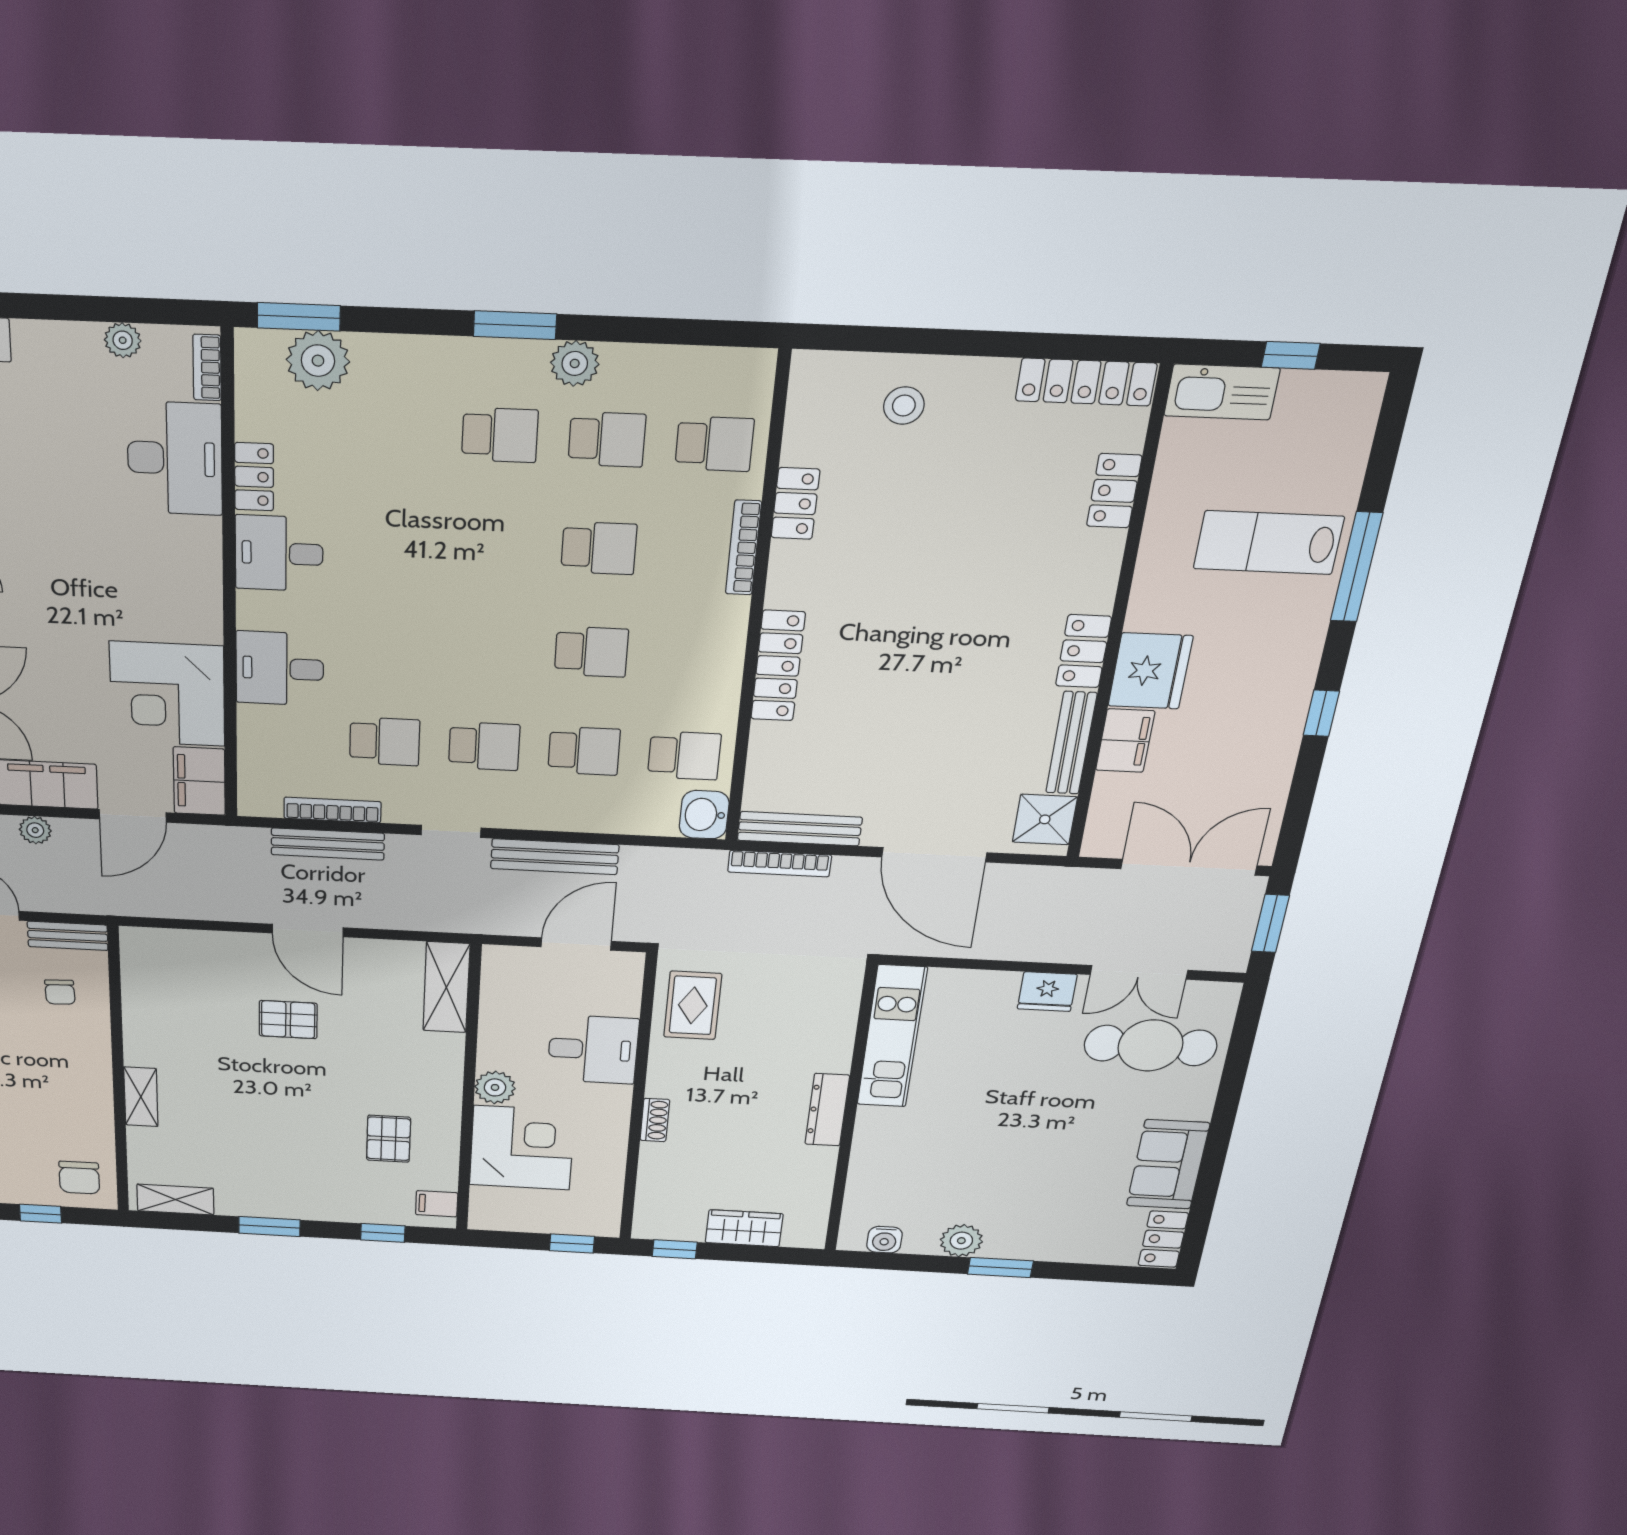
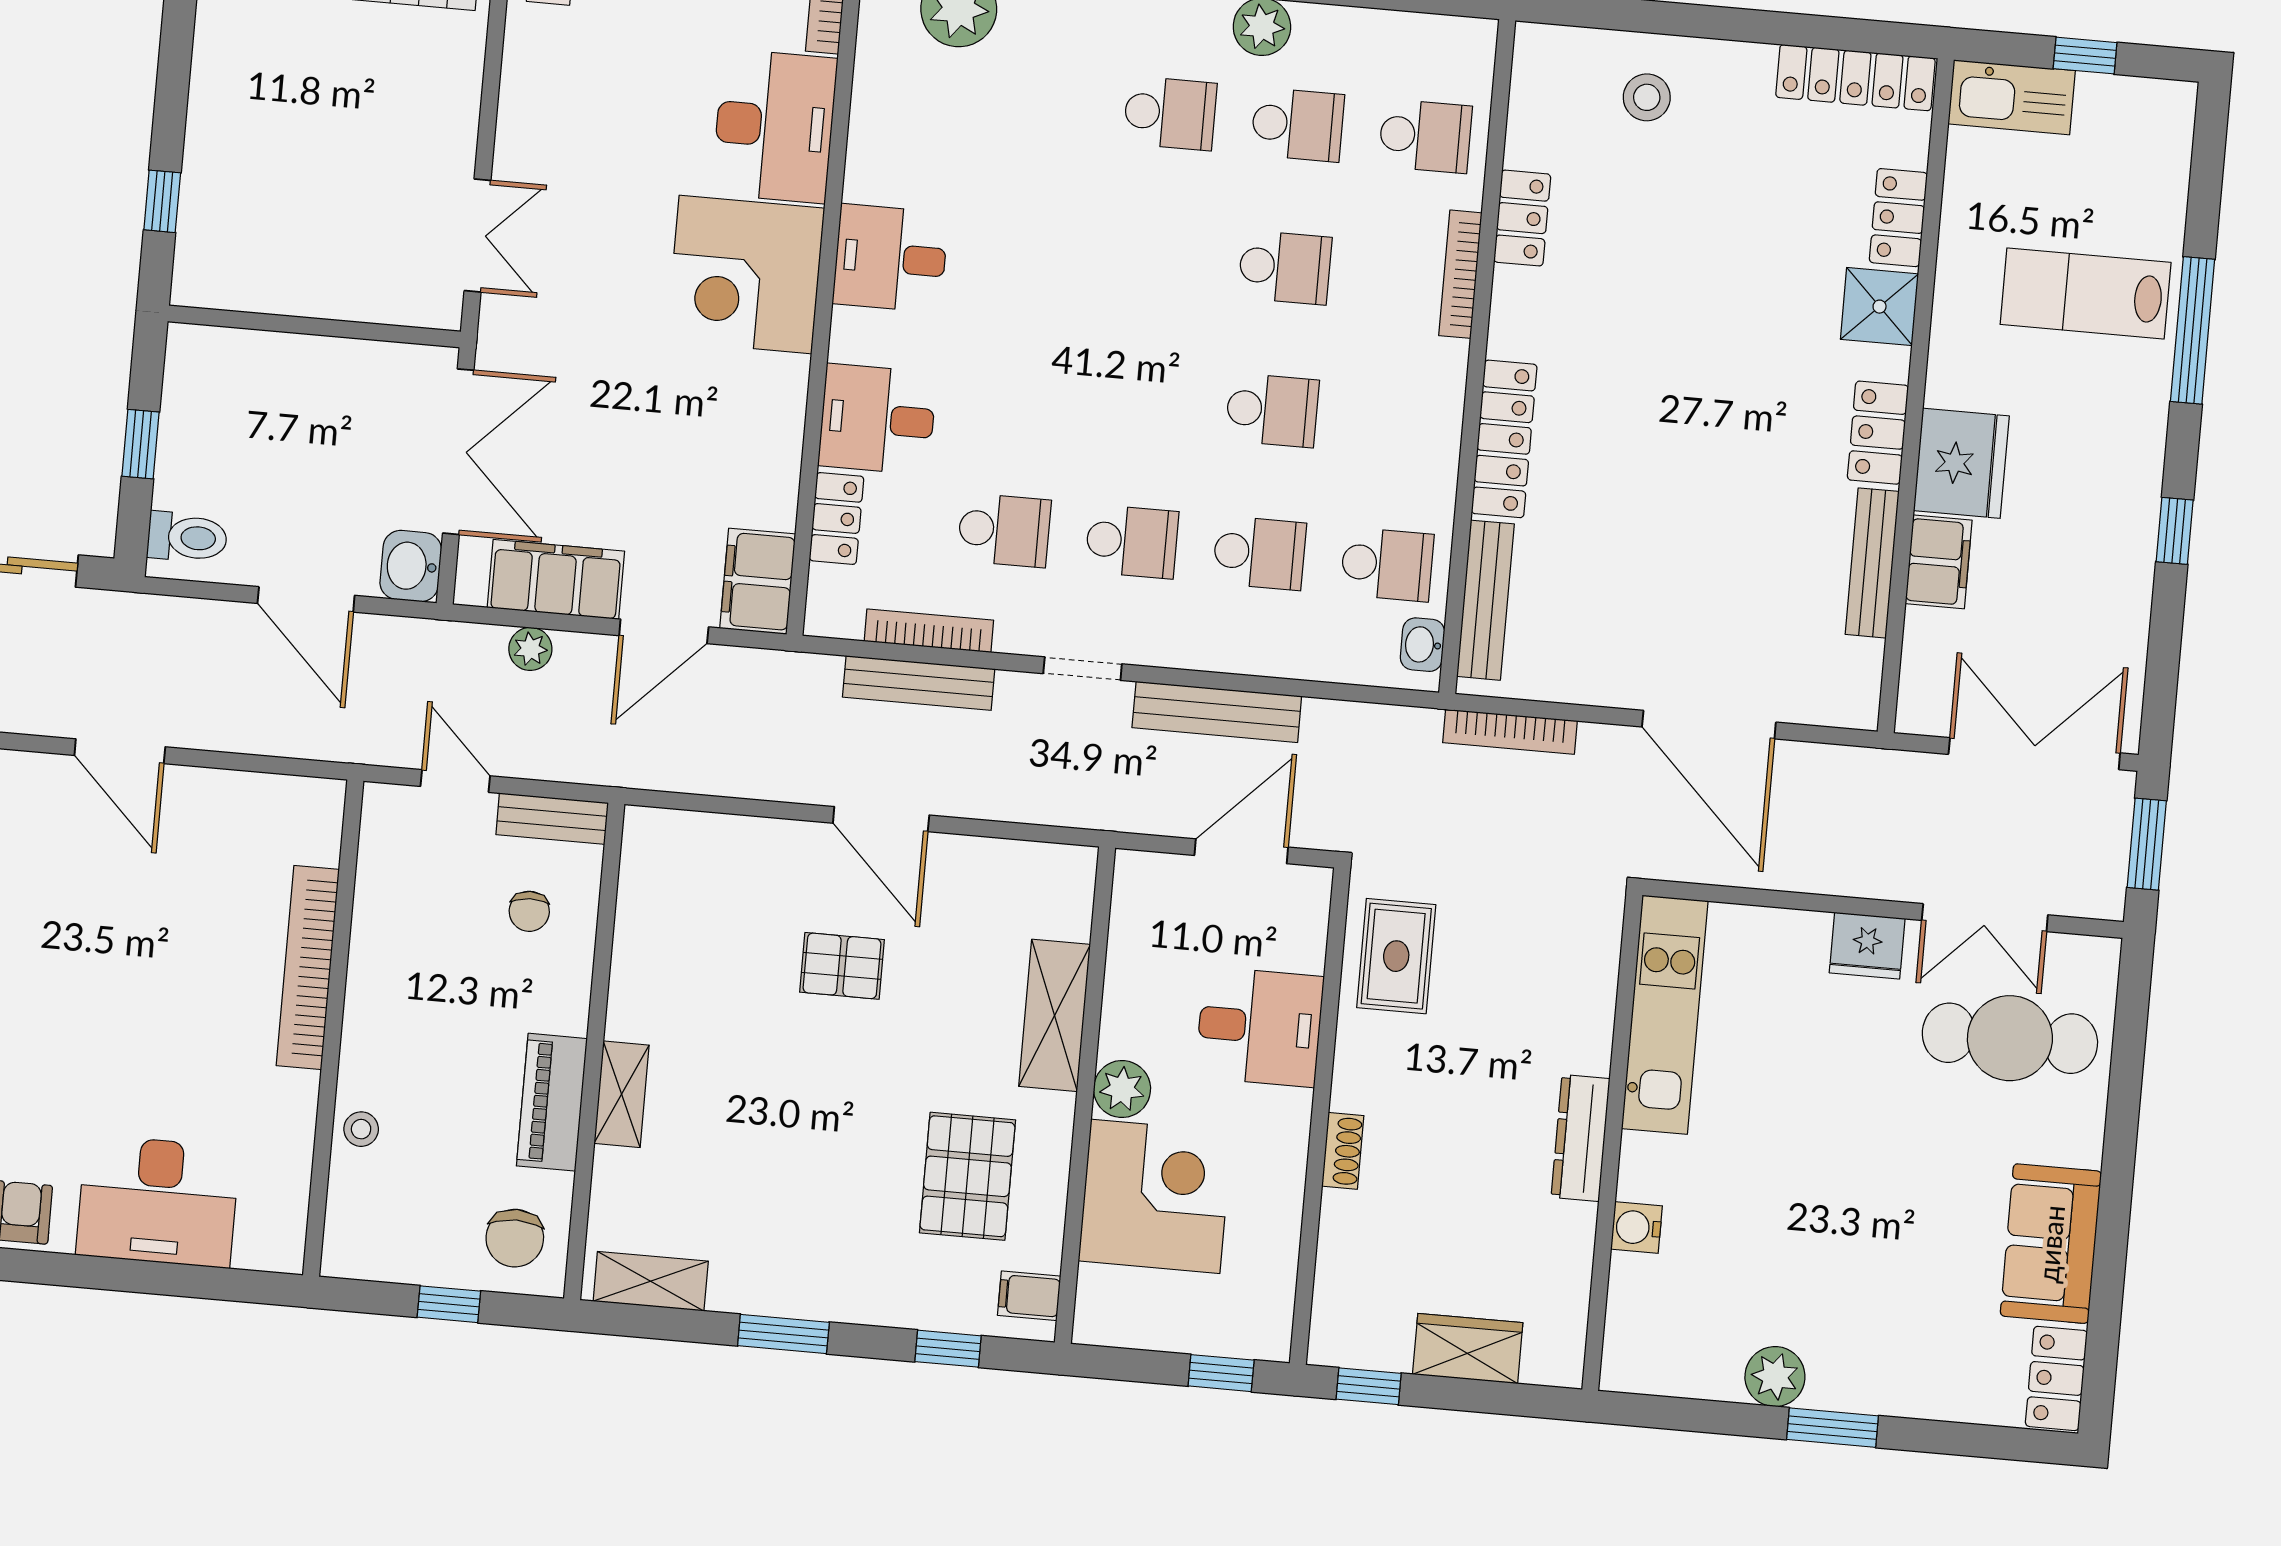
locker: (254, 477) -> (837, 518), moved
corner desk: (167, 694) -> (745, 275), moved
washbasin: (704, 815) -> (1422, 645), width x0.72, depth x0.69
shower: (1045, 819) -> (1880, 307), moved
bench: (800, 829) -> (1485, 600), moved, turned 90
shelving: (446, 987) -> (1055, 1015), moved
piano: (93, 1102) -> (552, 1102), added
pallet: (389, 1139) -> (967, 1176), width x1.50, depth x1.42
water cooler: (884, 1240) -> (1637, 1227), moved, turned 90

